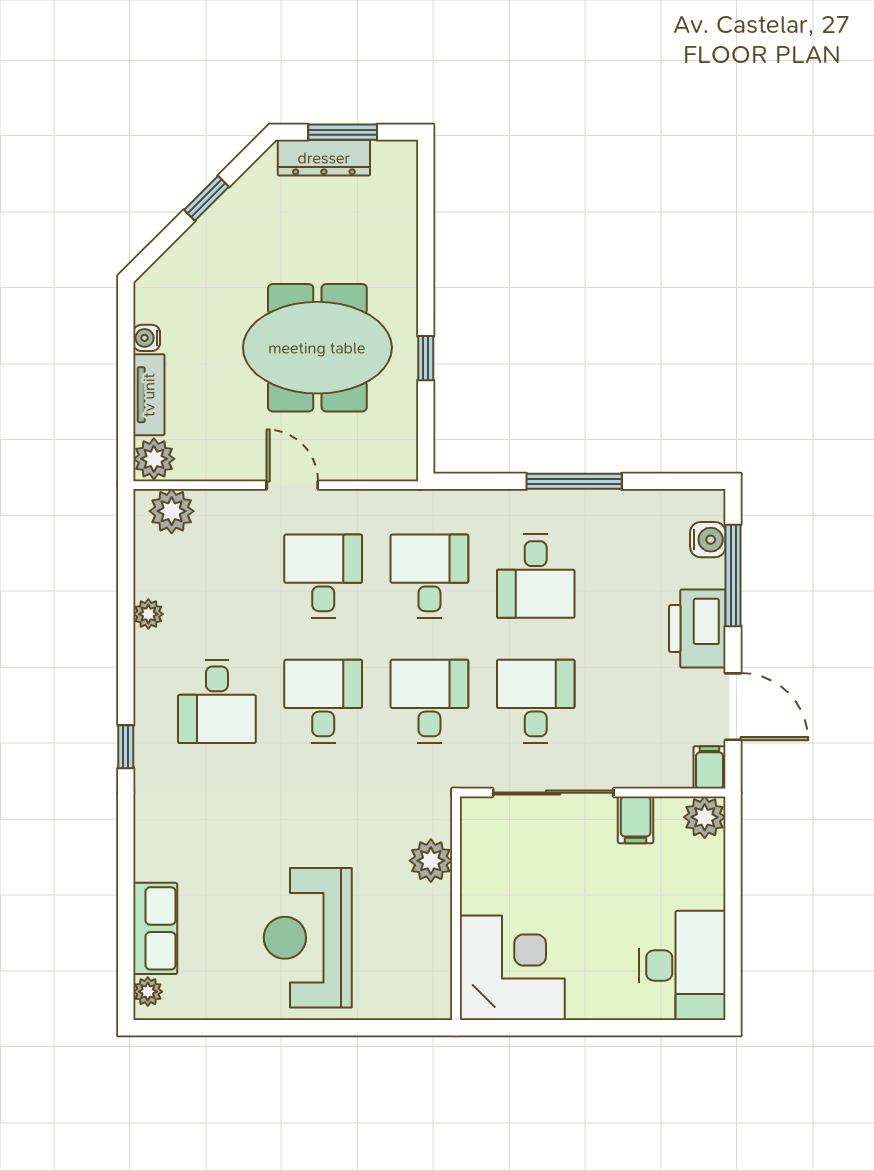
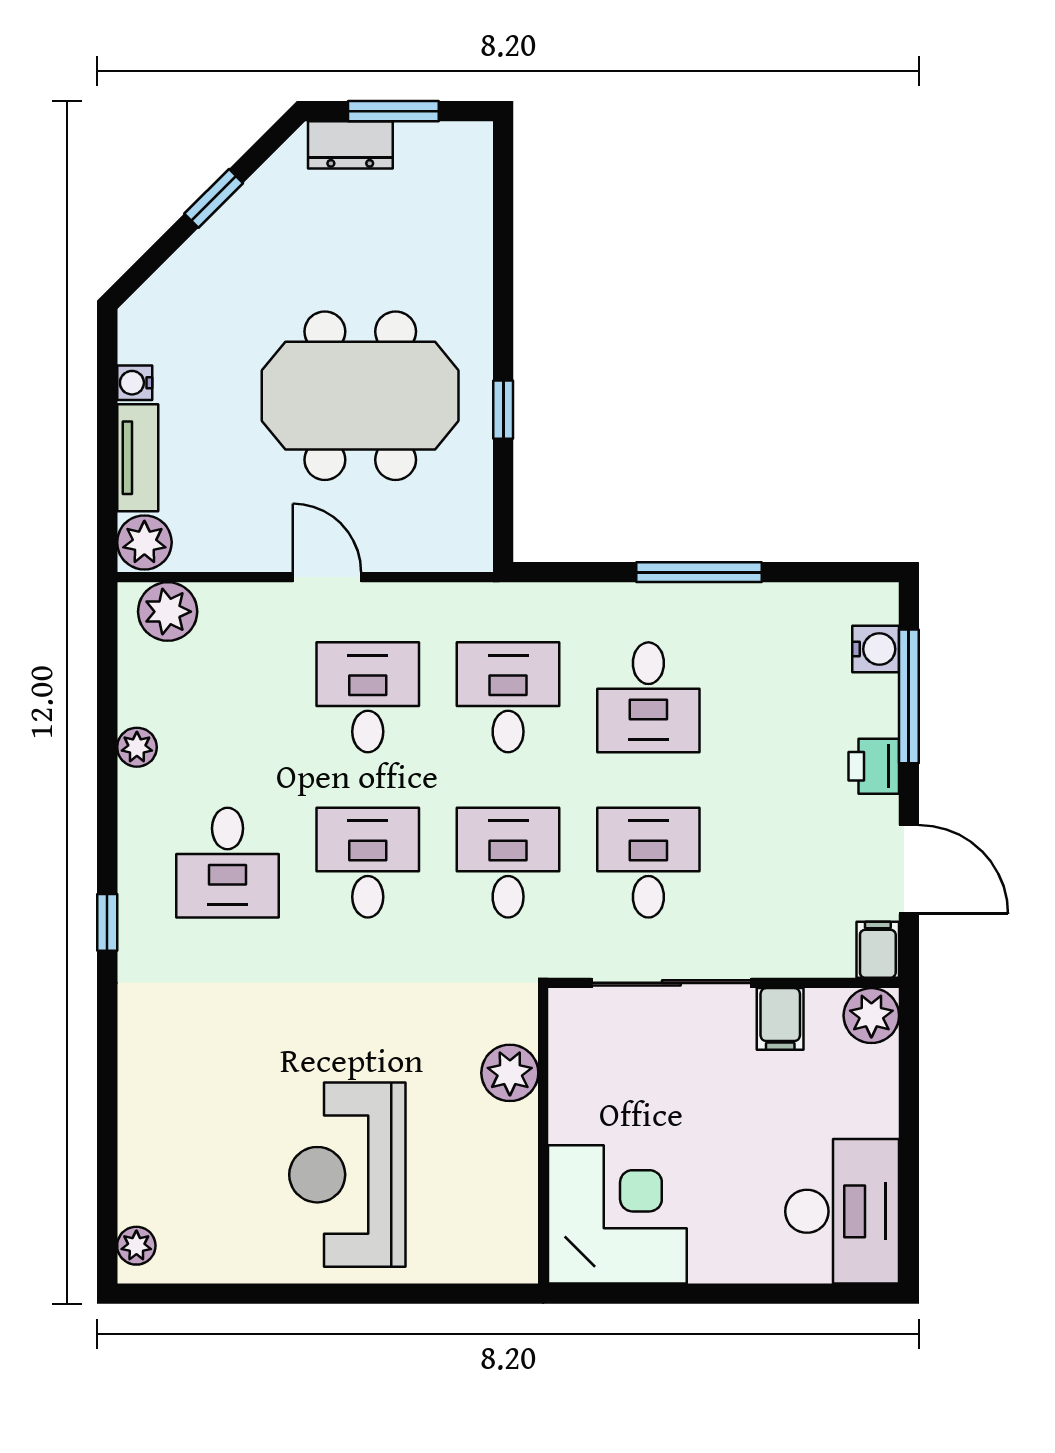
dresser: (324, 158) -> (350, 145), width x0.70
printer: (697, 628) -> (874, 766), width x0.53, depth x0.68
row of seats: (155, 928) -> (146, 1162), removed

